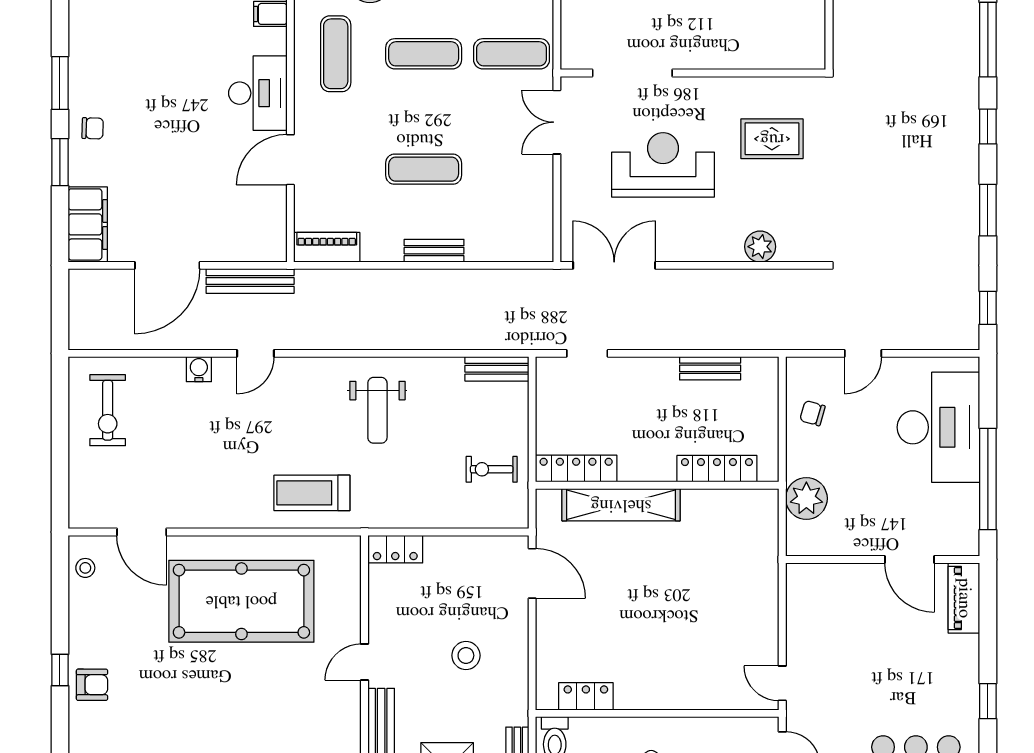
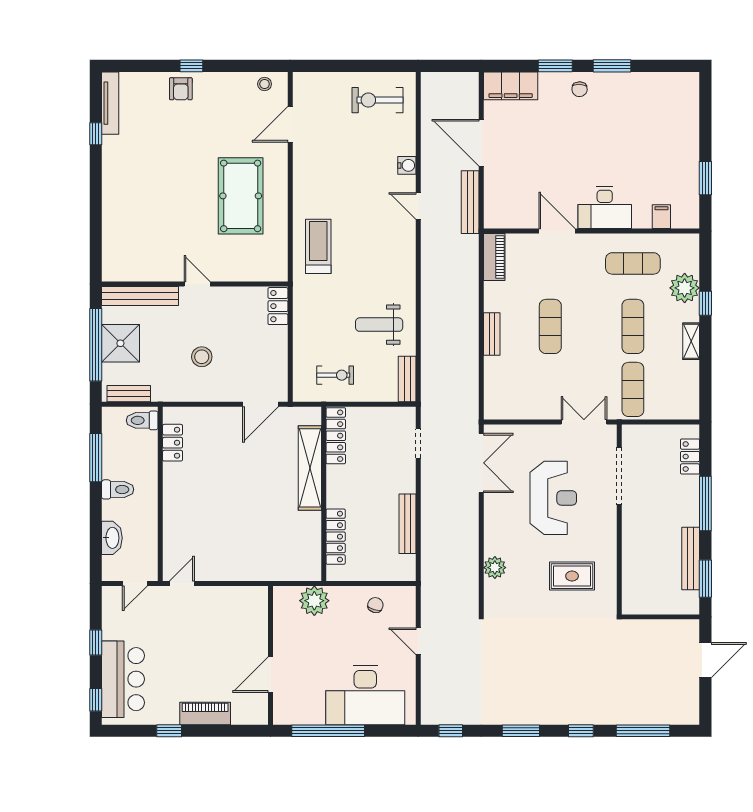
rug: (772, 139) -> (572, 576), turned 90
bench: (710, 368) -> (408, 524), width x1.36
weight bench: (377, 410) -> (379, 325), moved
exercise bike: (492, 469) -> (335, 375), turned 90
piano: (964, 598) -> (205, 714), moved
pool table: (241, 601) -> (241, 196), width x0.73, depth x0.76

